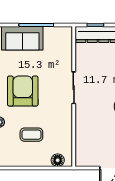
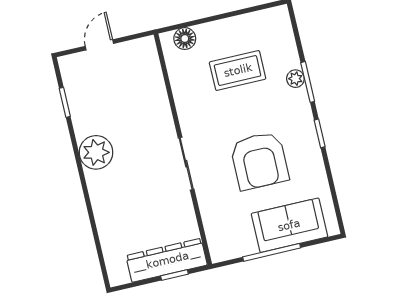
armchair: (23, 91) -> (259, 161), moved
coffee table: (31, 135) -> (238, 70), width x1.36, depth x1.30

